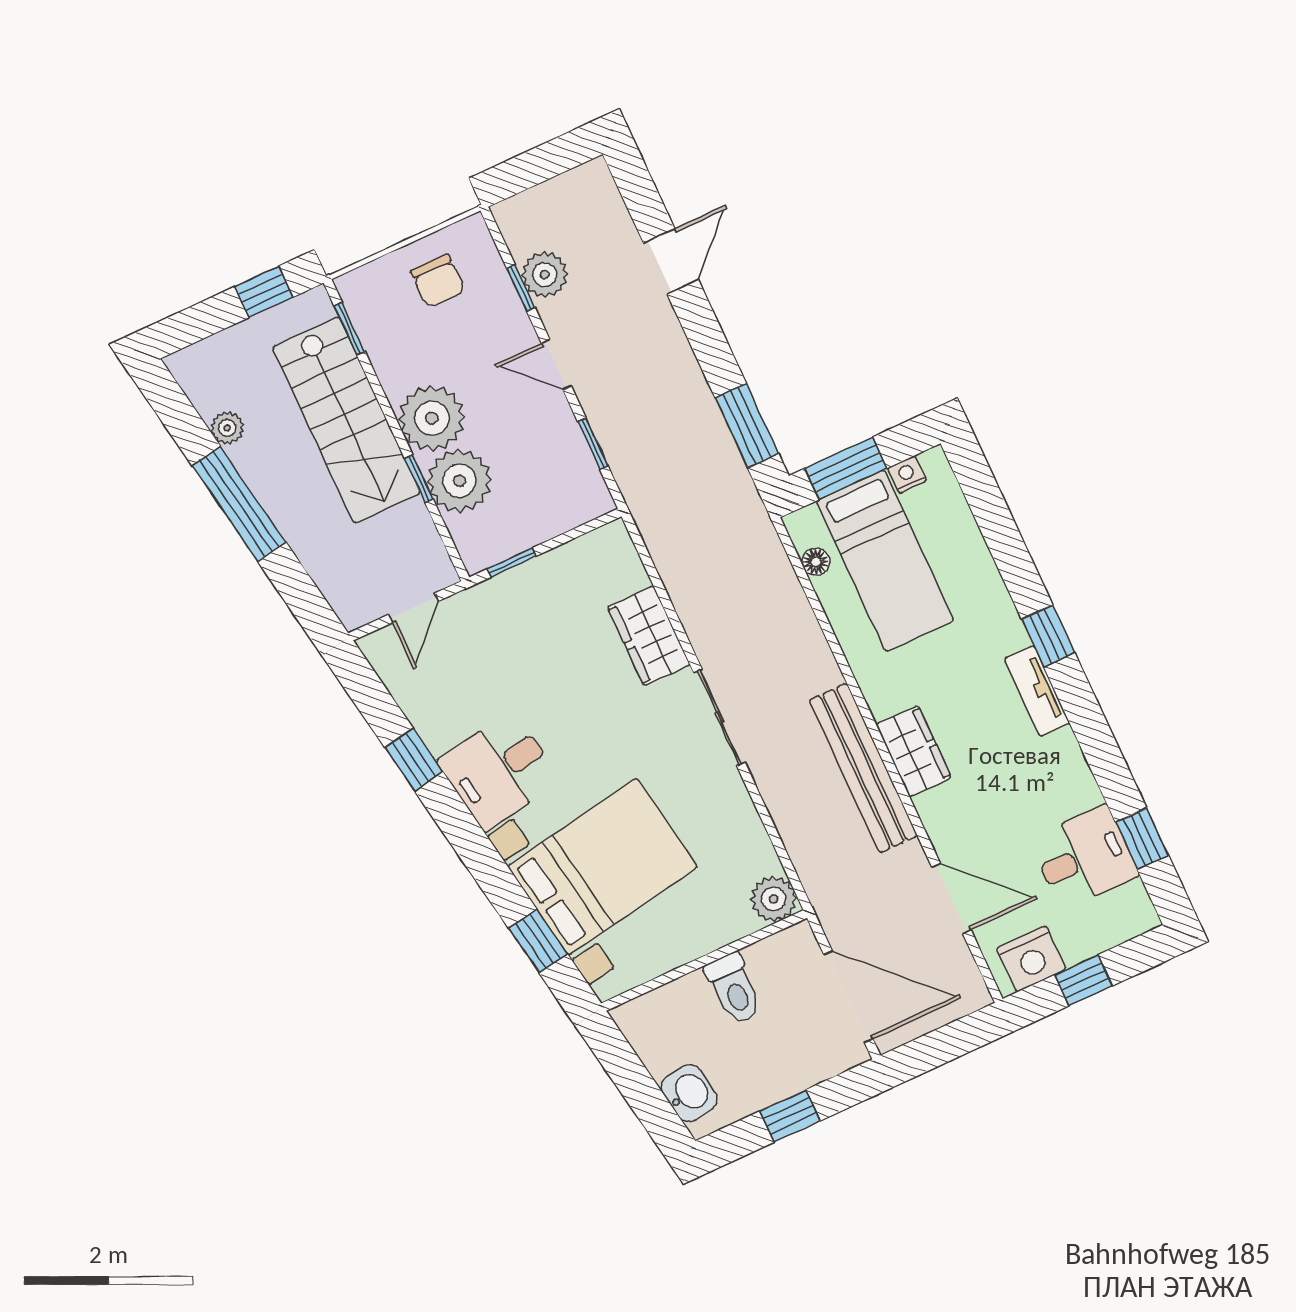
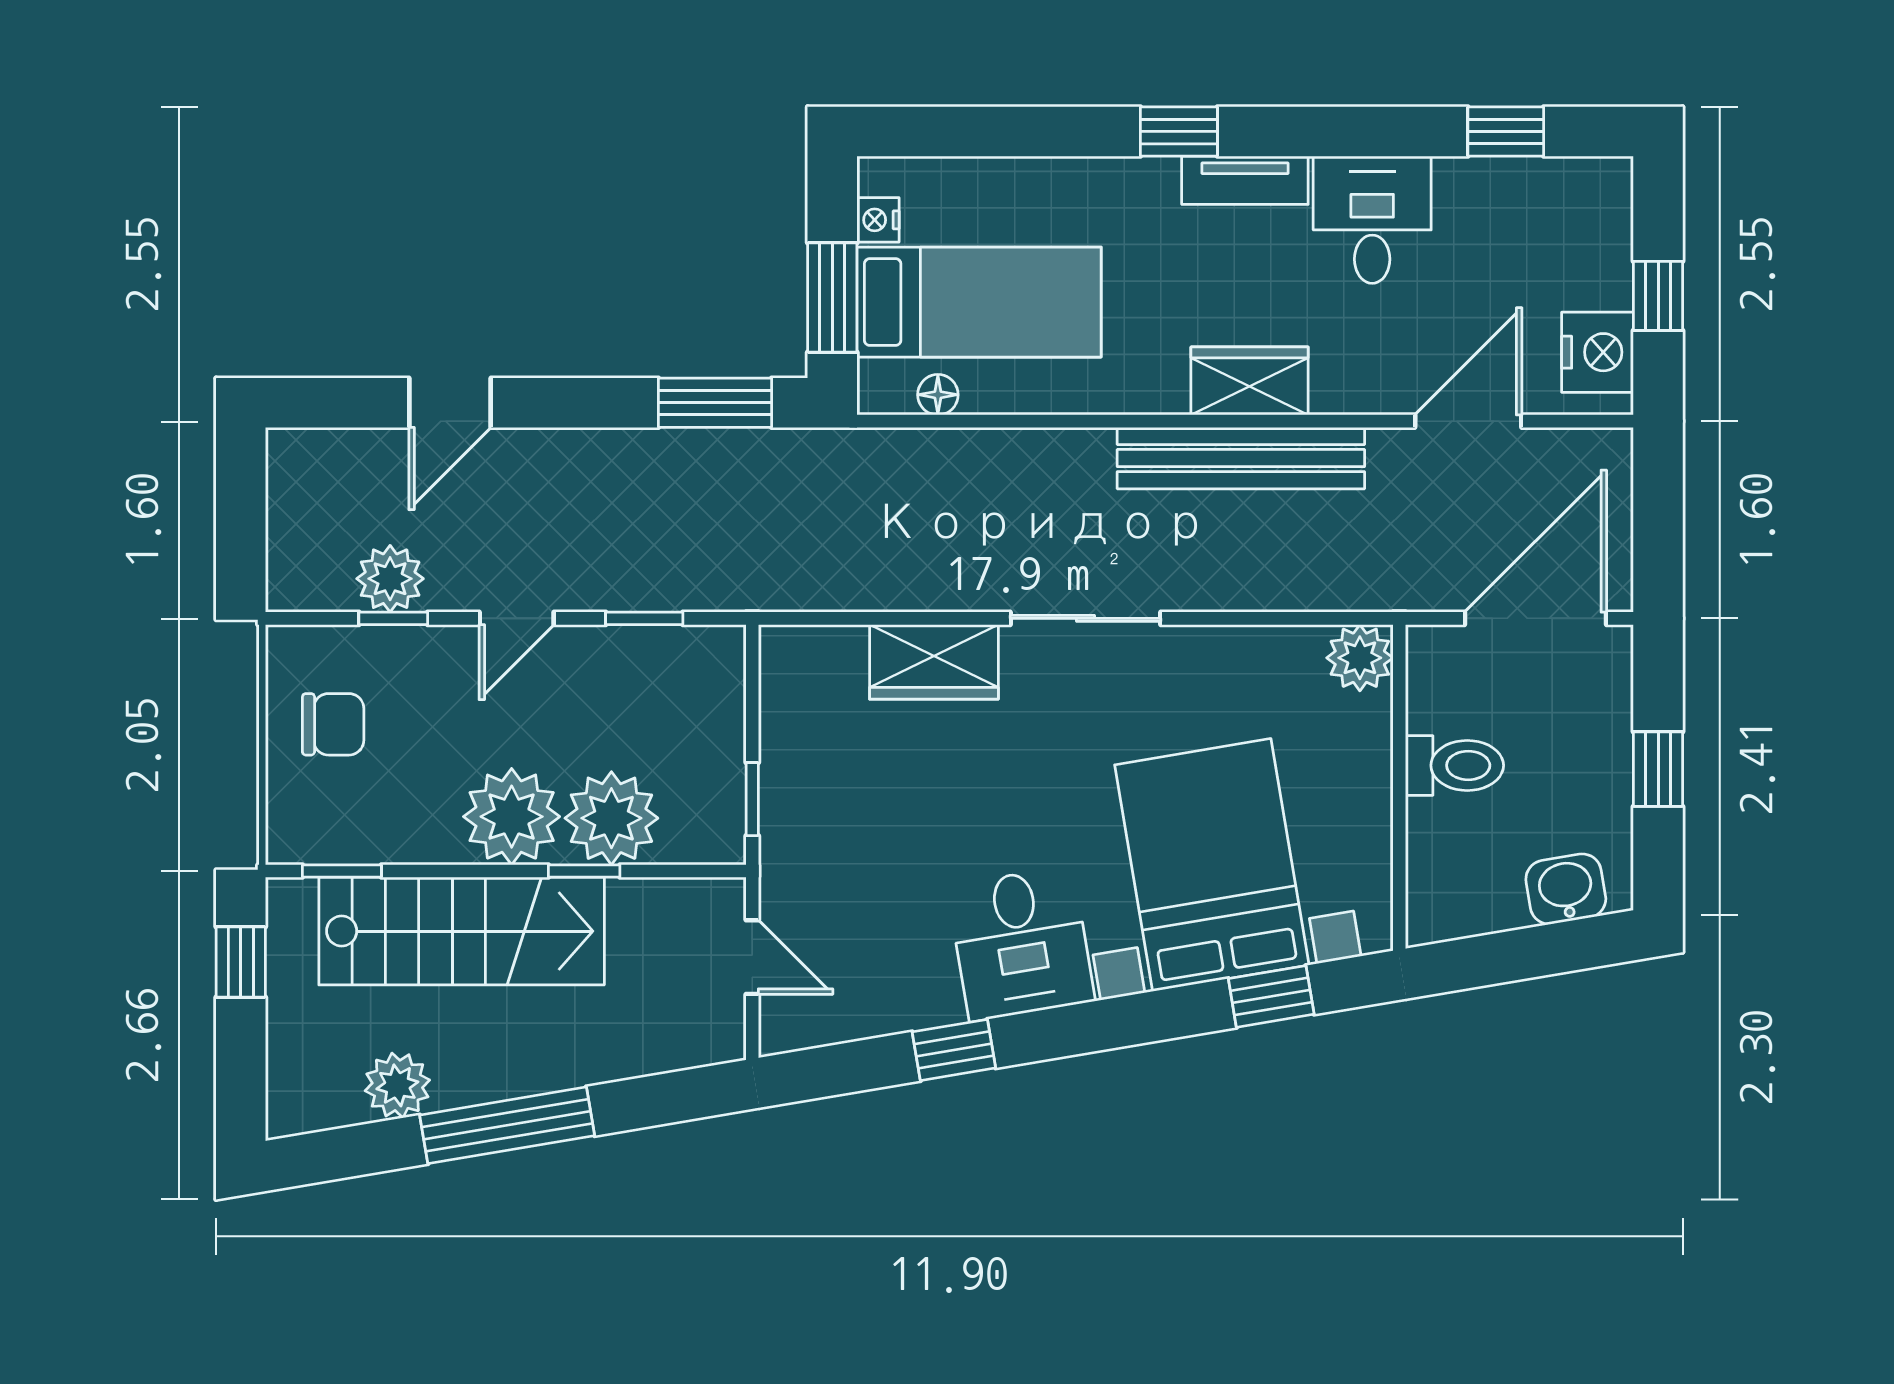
door: (671, 261) -> (450, 403), swing flipped
plant: (227, 428) -> (397, 1085), width x1.38, depth x1.38
desk: (1084, 857) -> (1372, 220), moved

